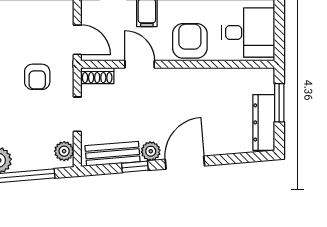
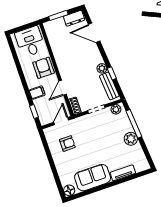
armchair: (190, 41) -> (43, 68), turned 90
armchair: (37, 77) -> (67, 144), moved
dresser: (264, 122) -> (74, 18), width x0.70
door: (185, 163) -> (94, 33), moved

